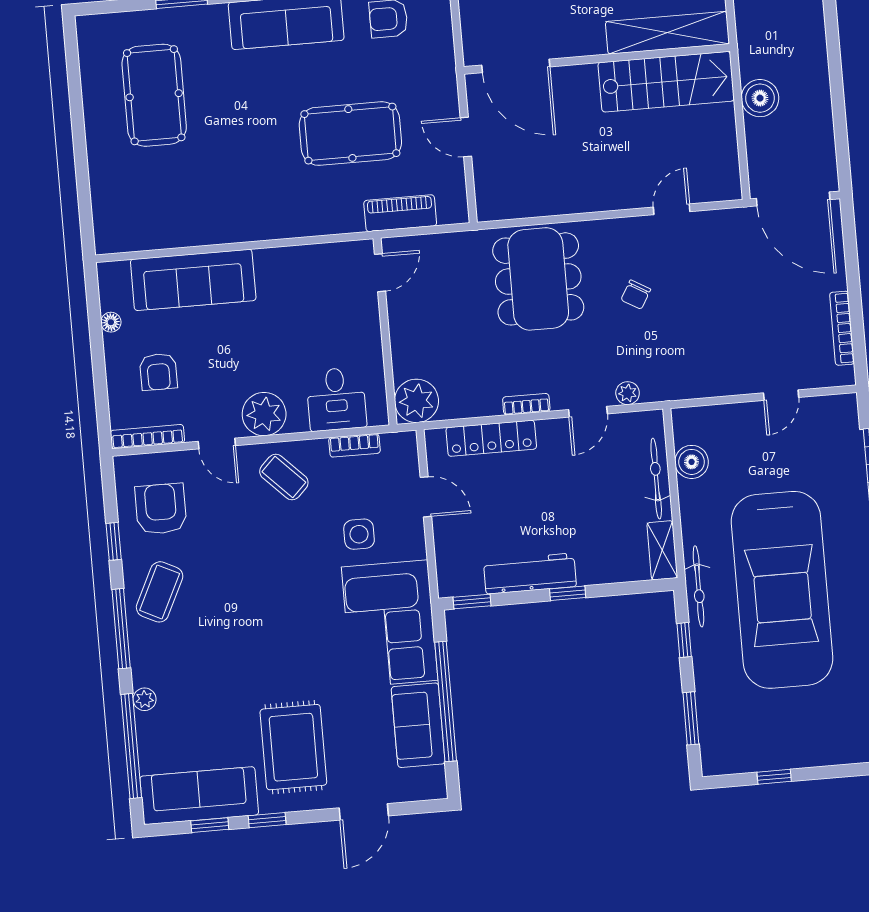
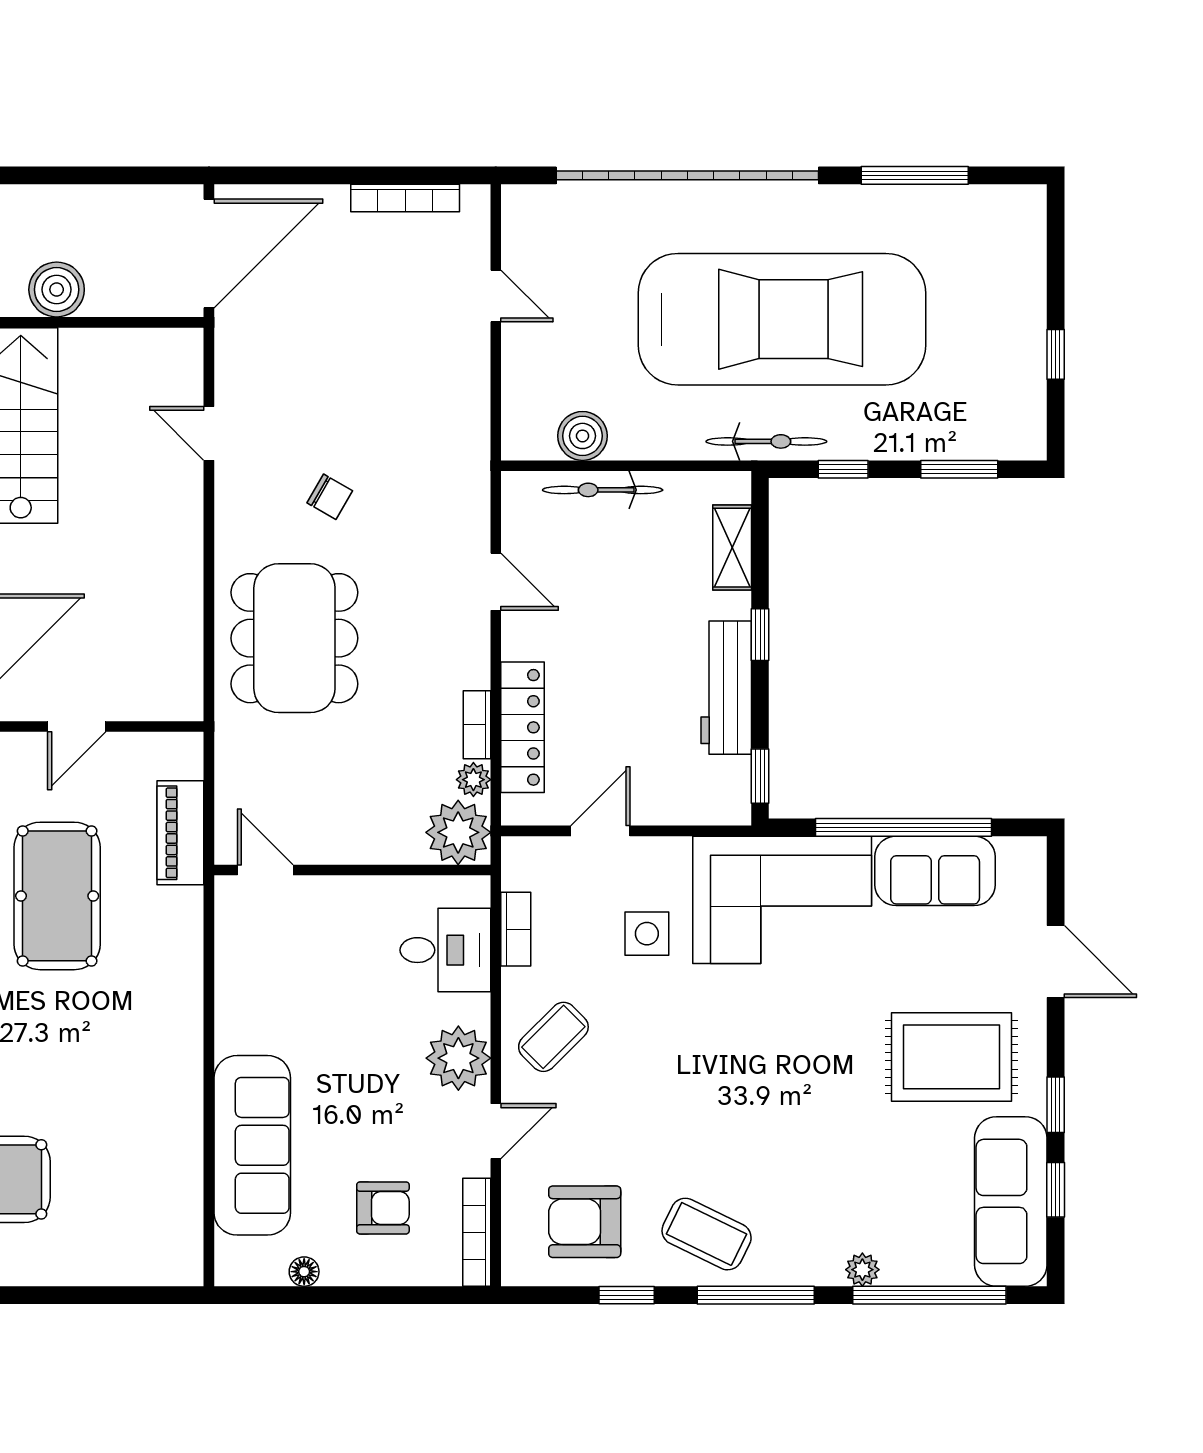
dining table: (538, 279) -> (294, 638), turned 90
plant: (628, 393) -> (473, 780), moved
bookcase: (526, 404) -> (477, 725), moved
shelving: (662, 550) -> (732, 548), moved, turned 90

